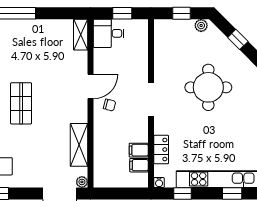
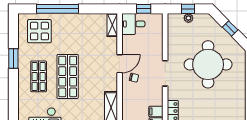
plant: (201, 26) -> (188, 18), moved
round table: (208, 87) -> (208, 64), width x1.36, depth x1.36
shop shelf: (21, 103) -> (68, 76), width x1.43, depth x1.36

